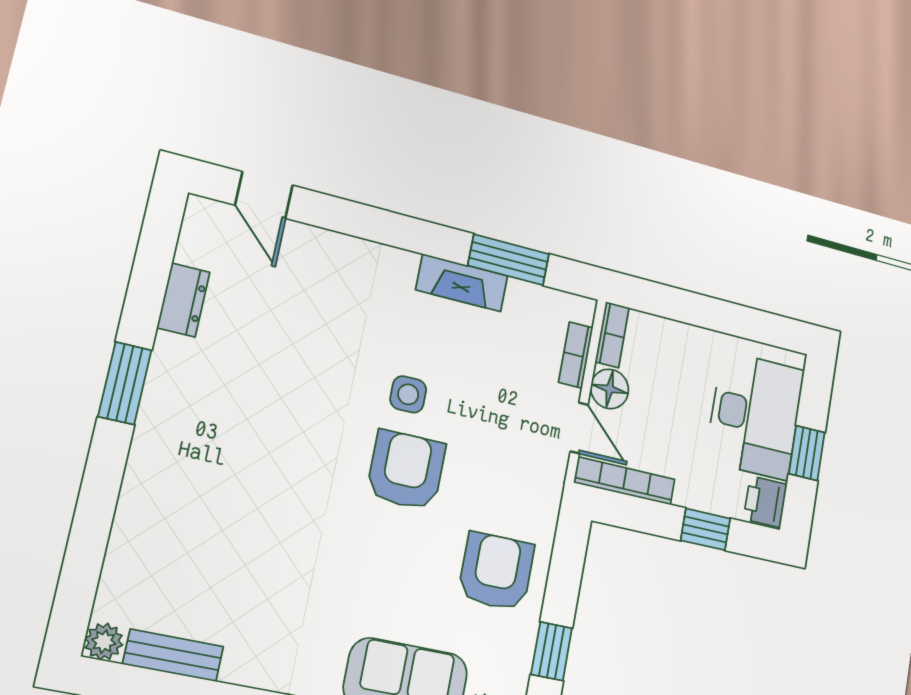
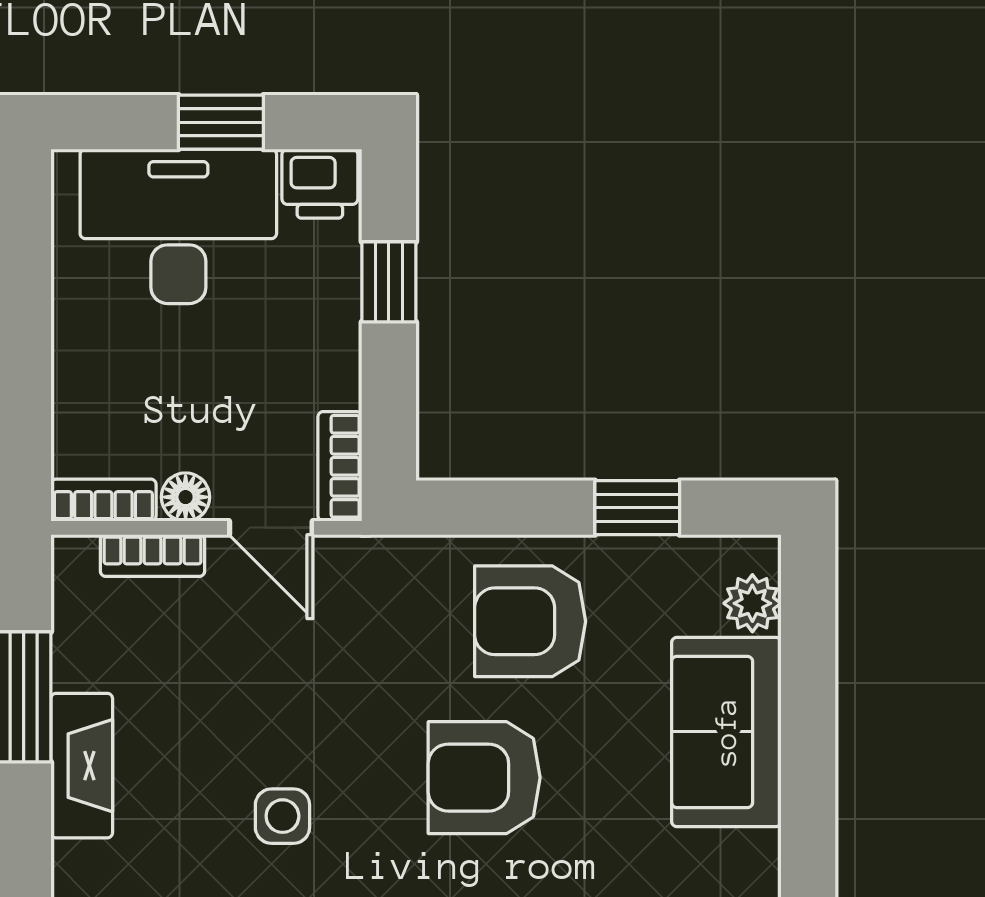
floor lamp: (610, 389) -> (186, 497), width x0.73, depth x0.73
door: (579, 428) -> (271, 528), swing flipped
armchair: (406, 470) -> (484, 778), moved
bookcase: (625, 481) -> (340, 466), width x0.64

